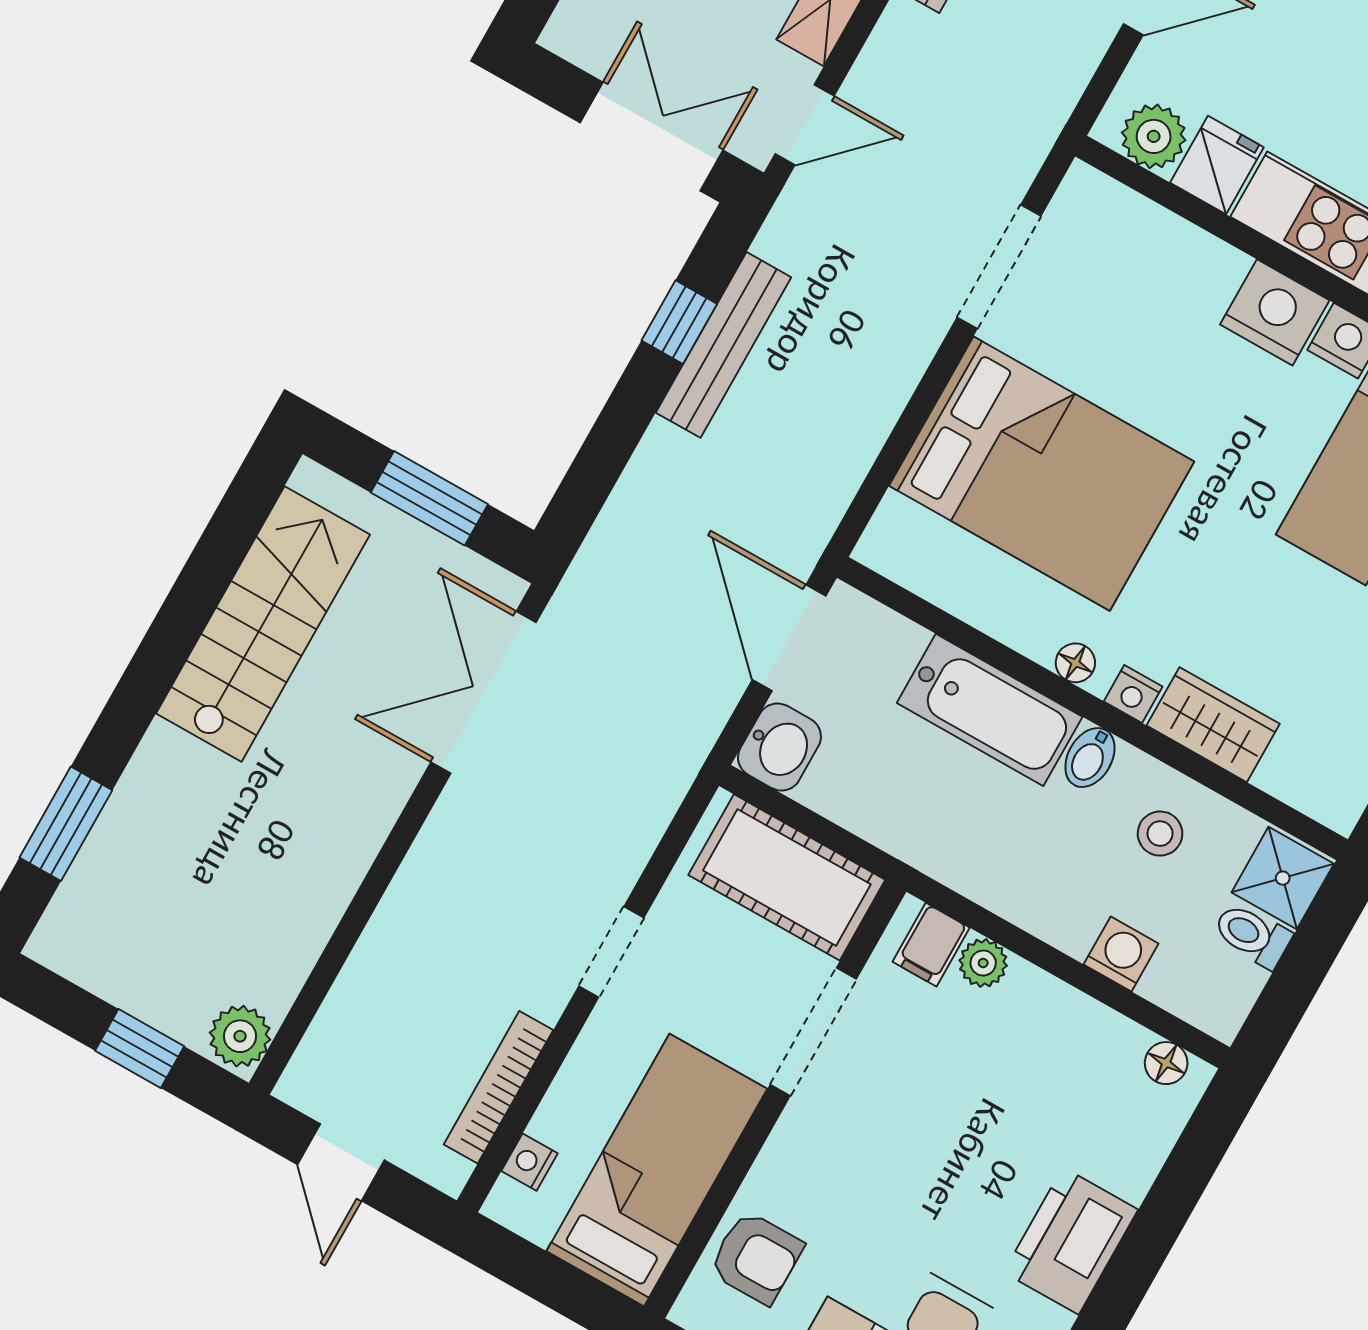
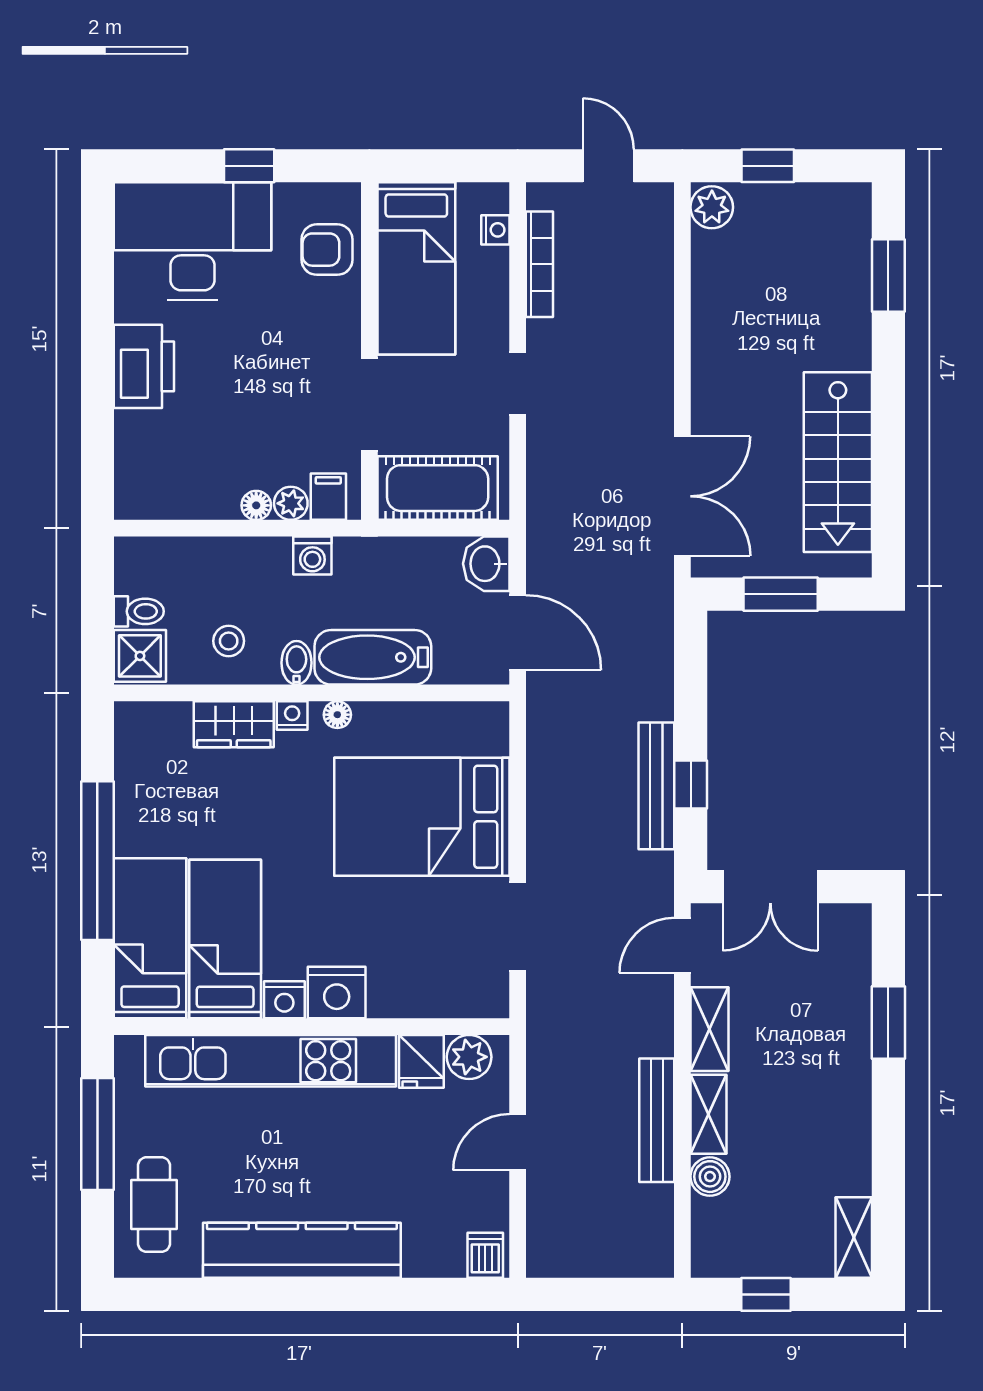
washing machine: (1121, 954) -> (312, 555), moved
floor lamp: (1166, 1063) -> (256, 505), moved

